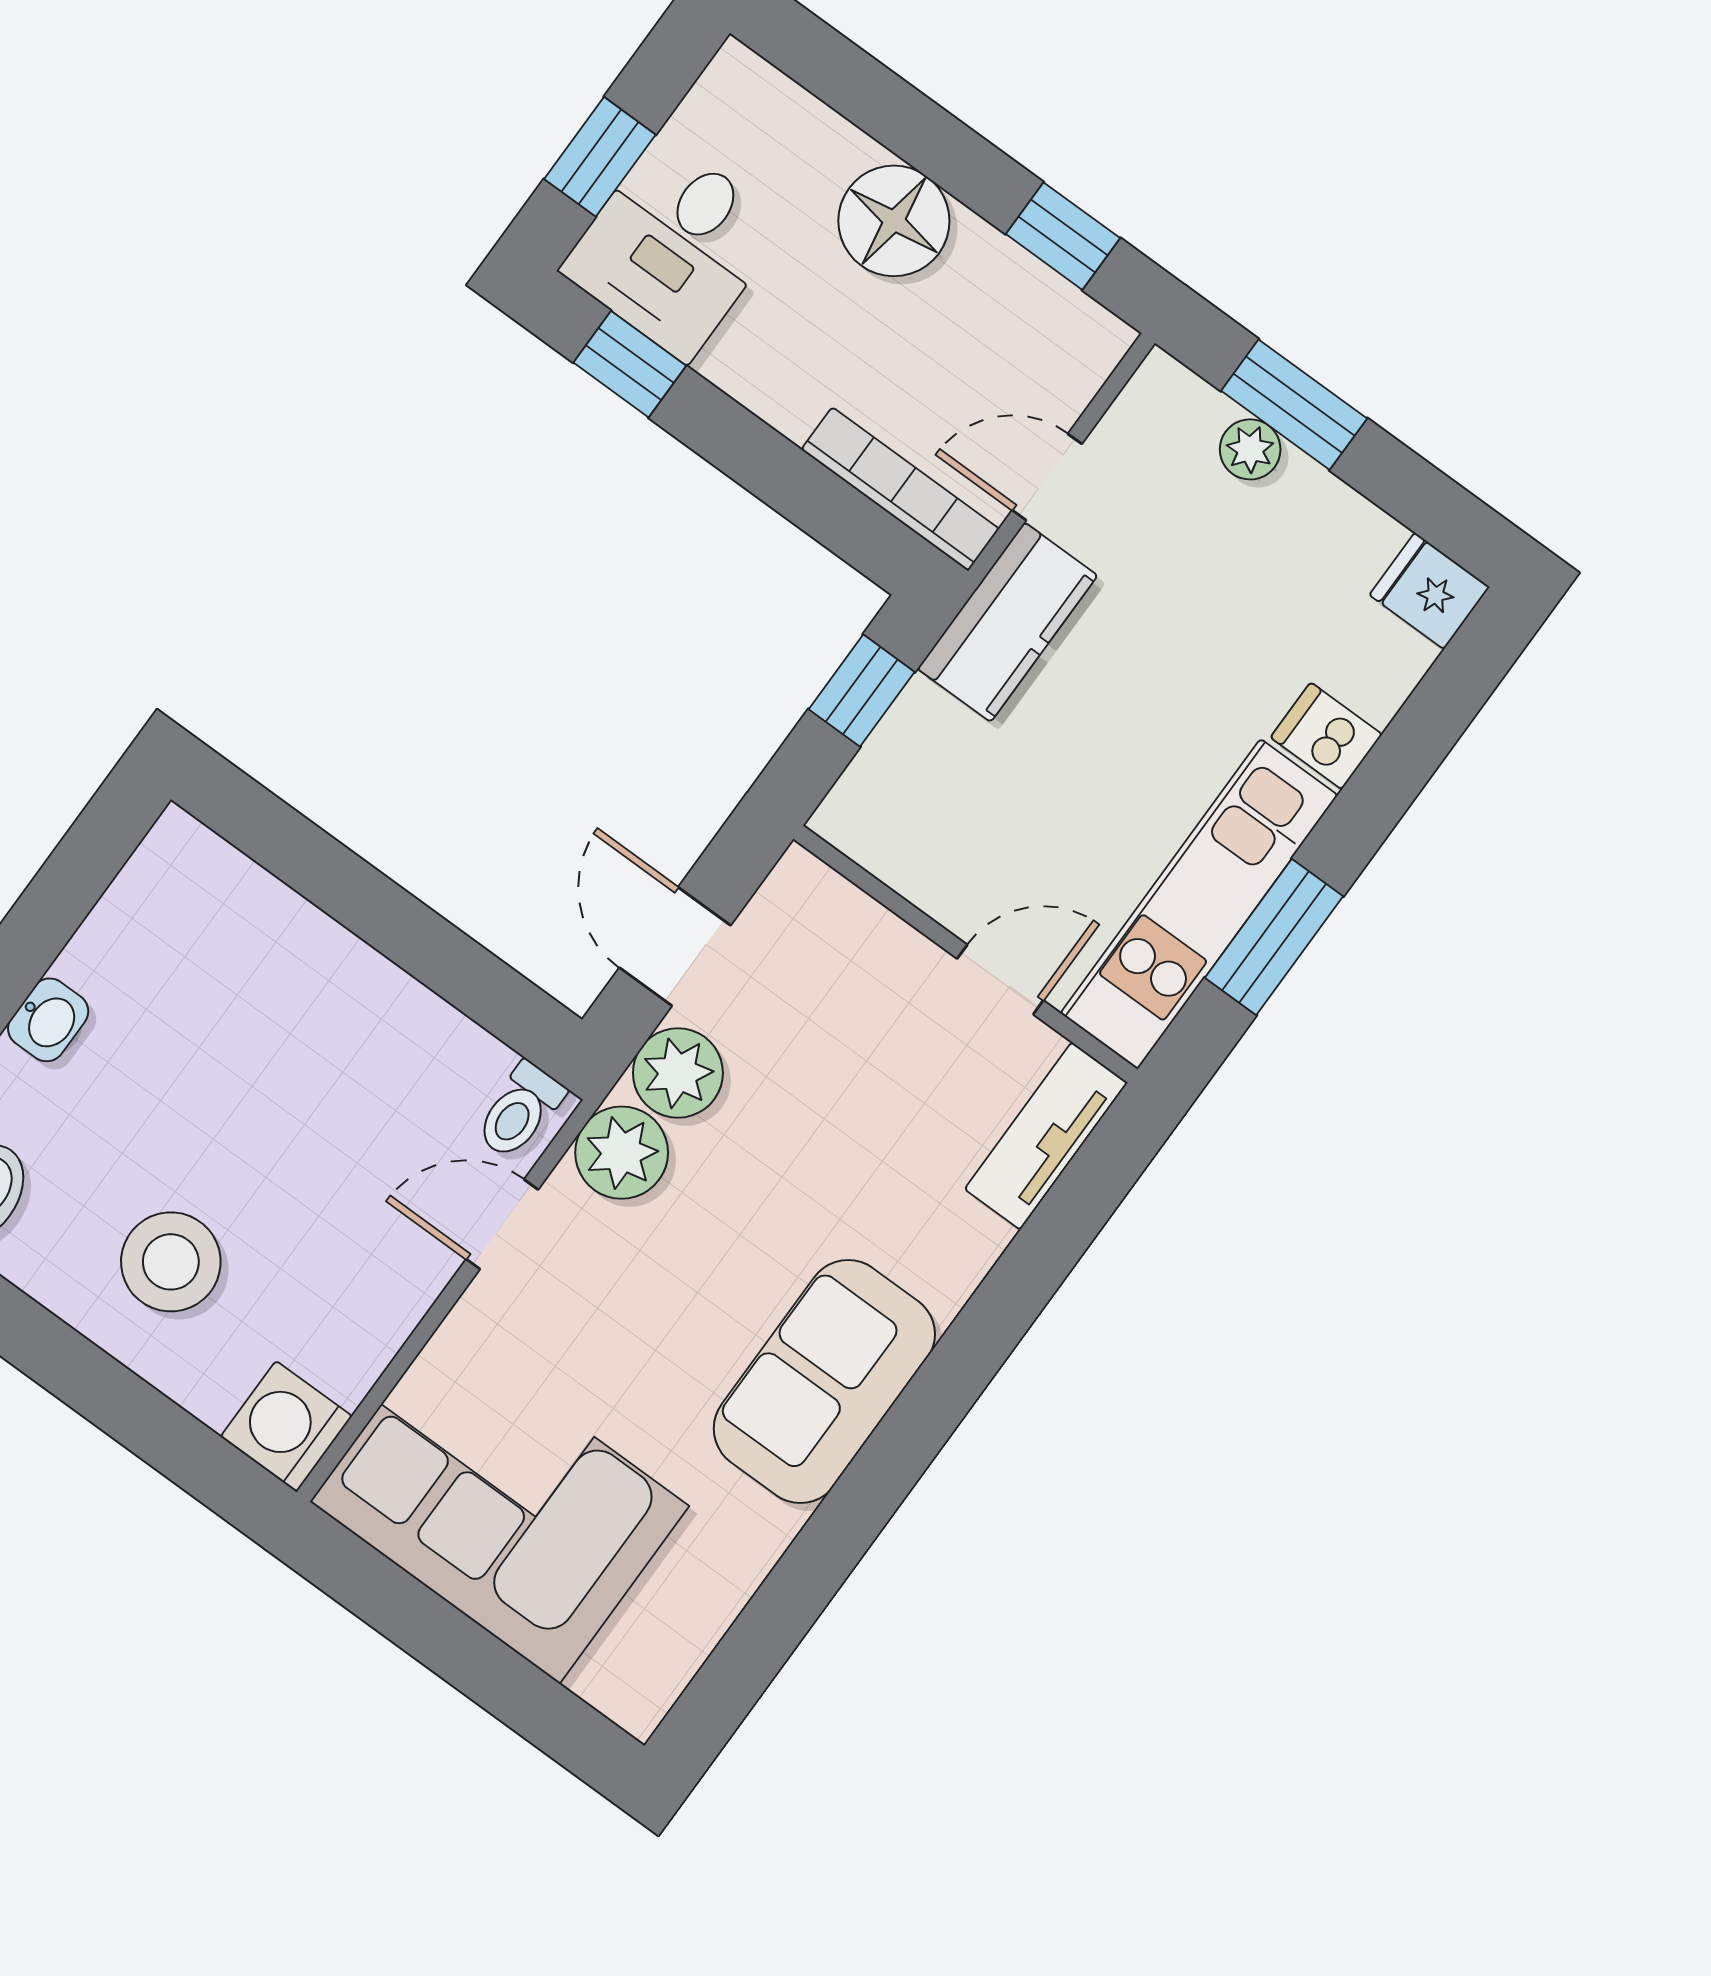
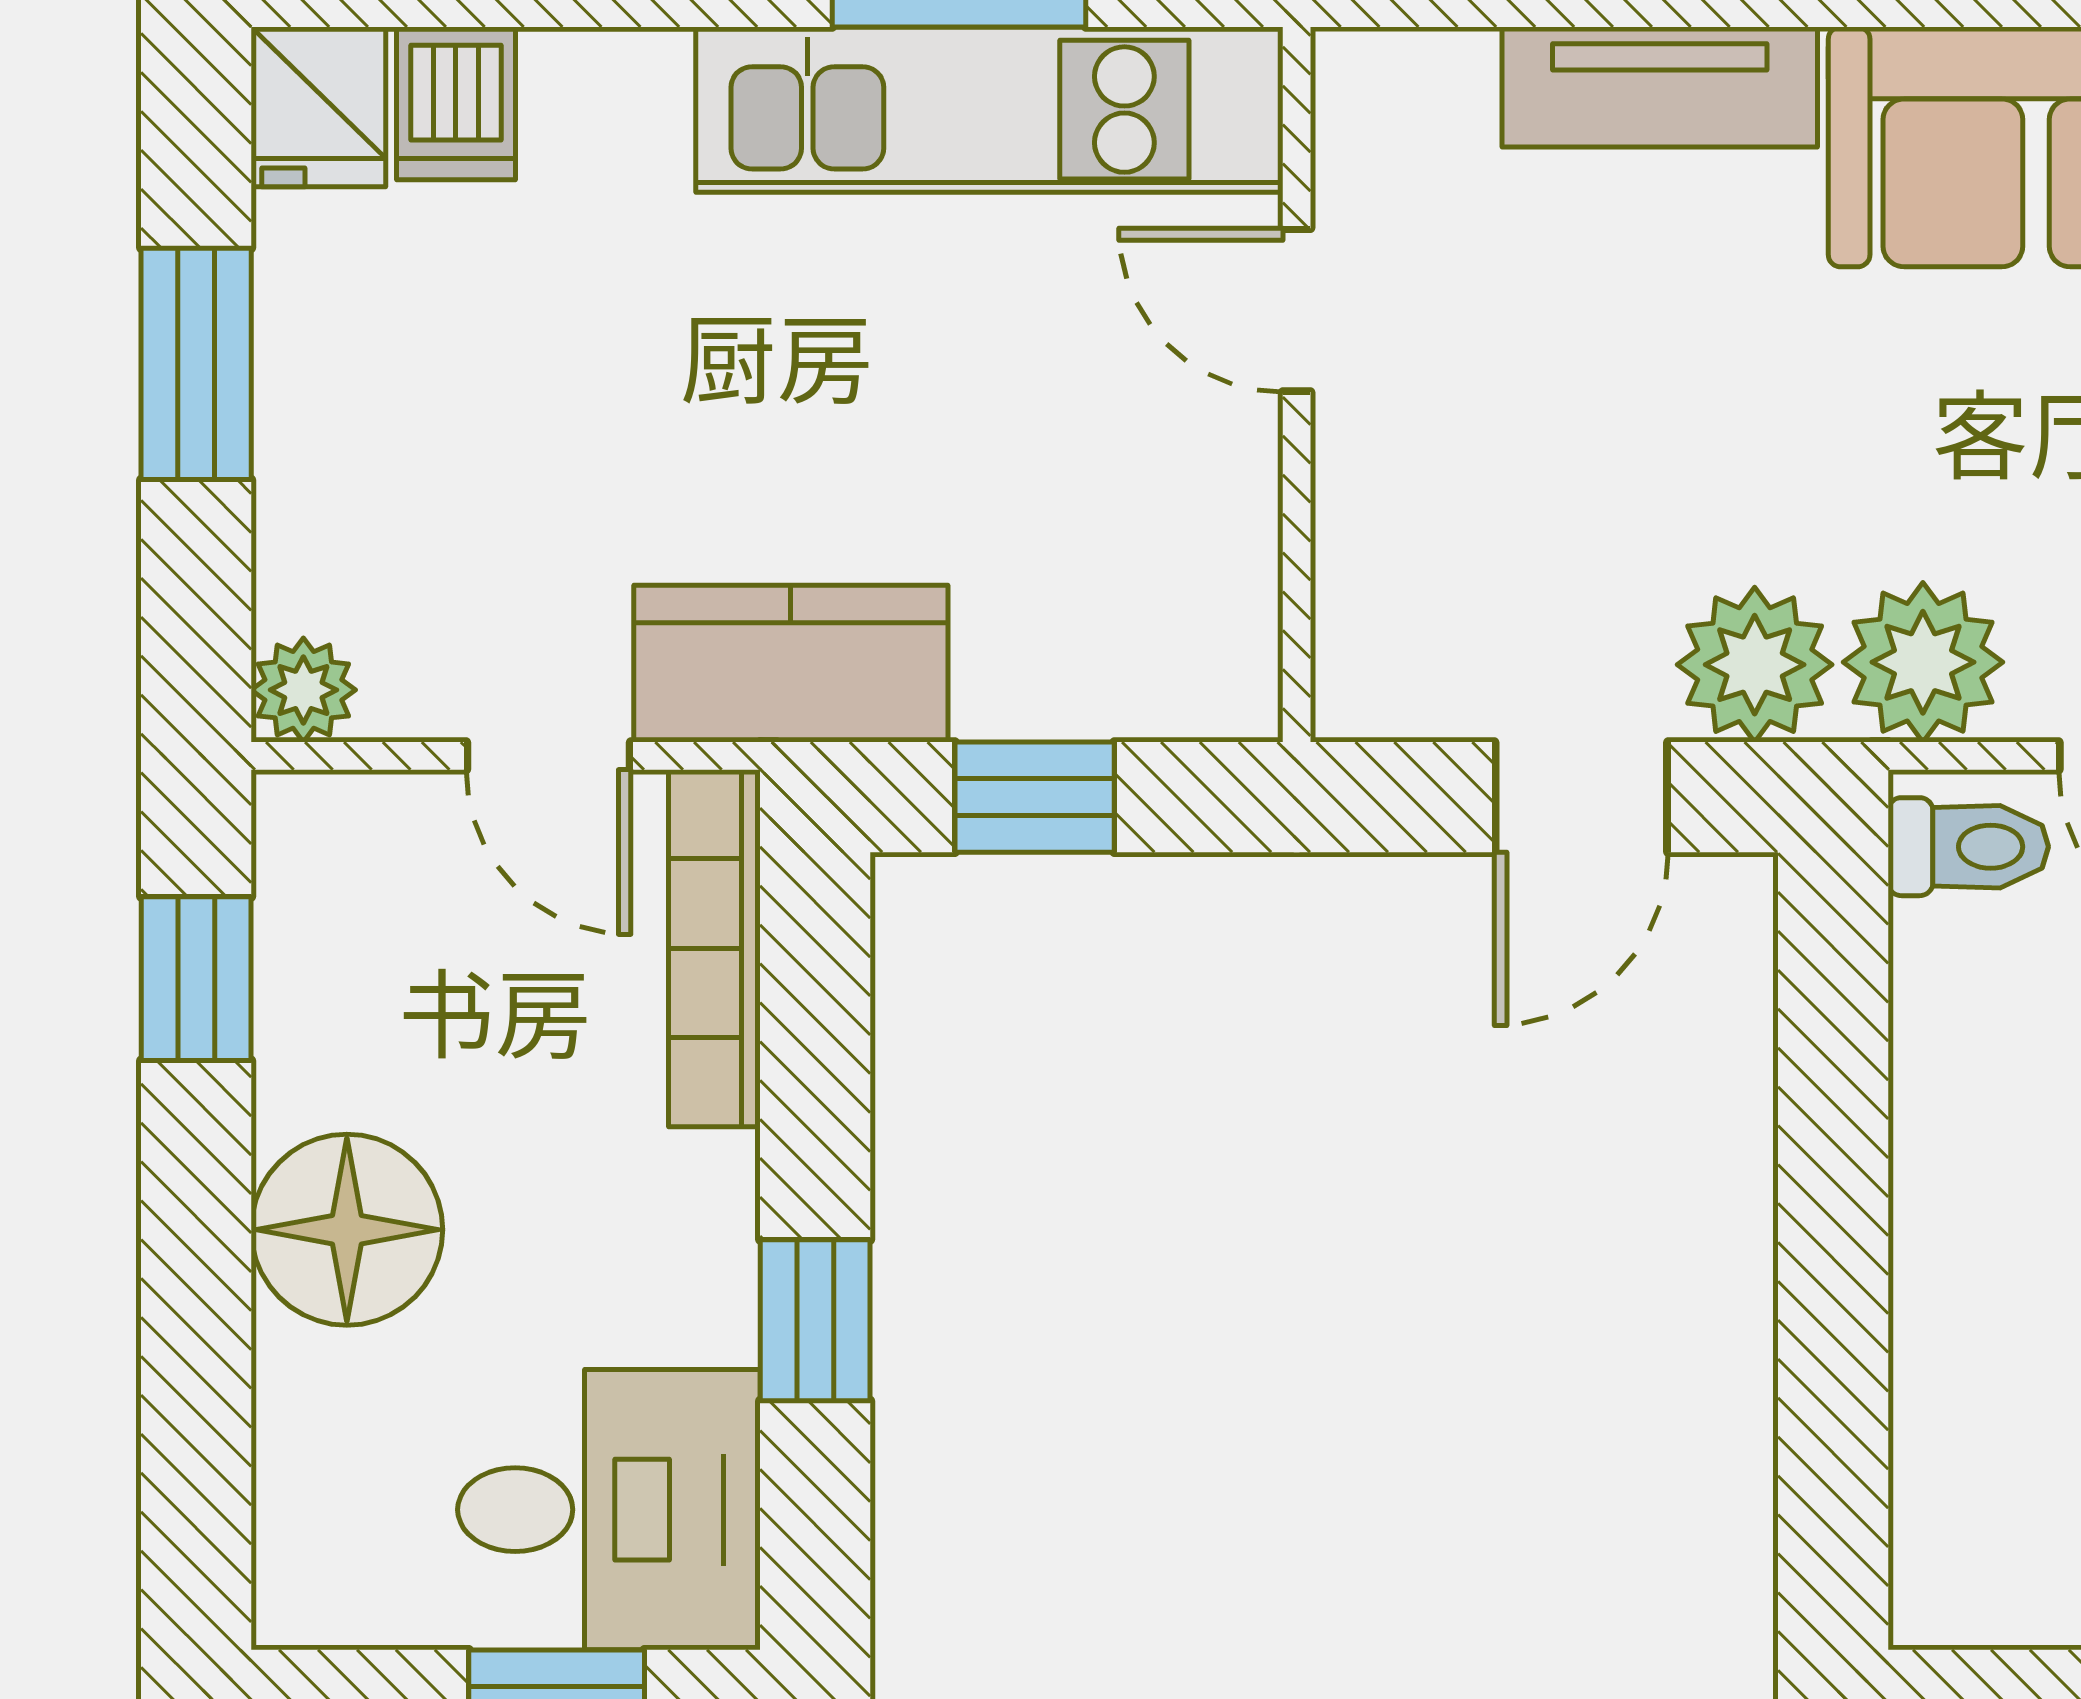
window: (630, 364) -> (815, 1320), moved
window: (1294, 405) -> (196, 364), moved
plant: (1250, 449) -> (303, 690), moved
dishwasher: (1326, 736) -> (456, 103), moved
tv unit: (1046, 1136) -> (1660, 87), moved

